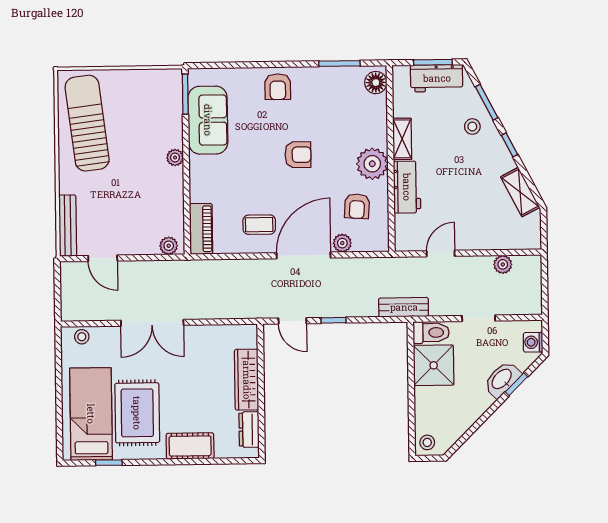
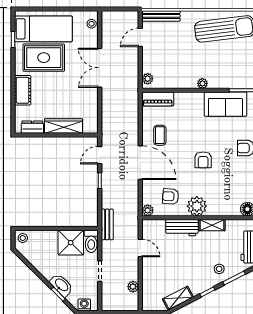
plant: (342, 243) -> (148, 210), moved

